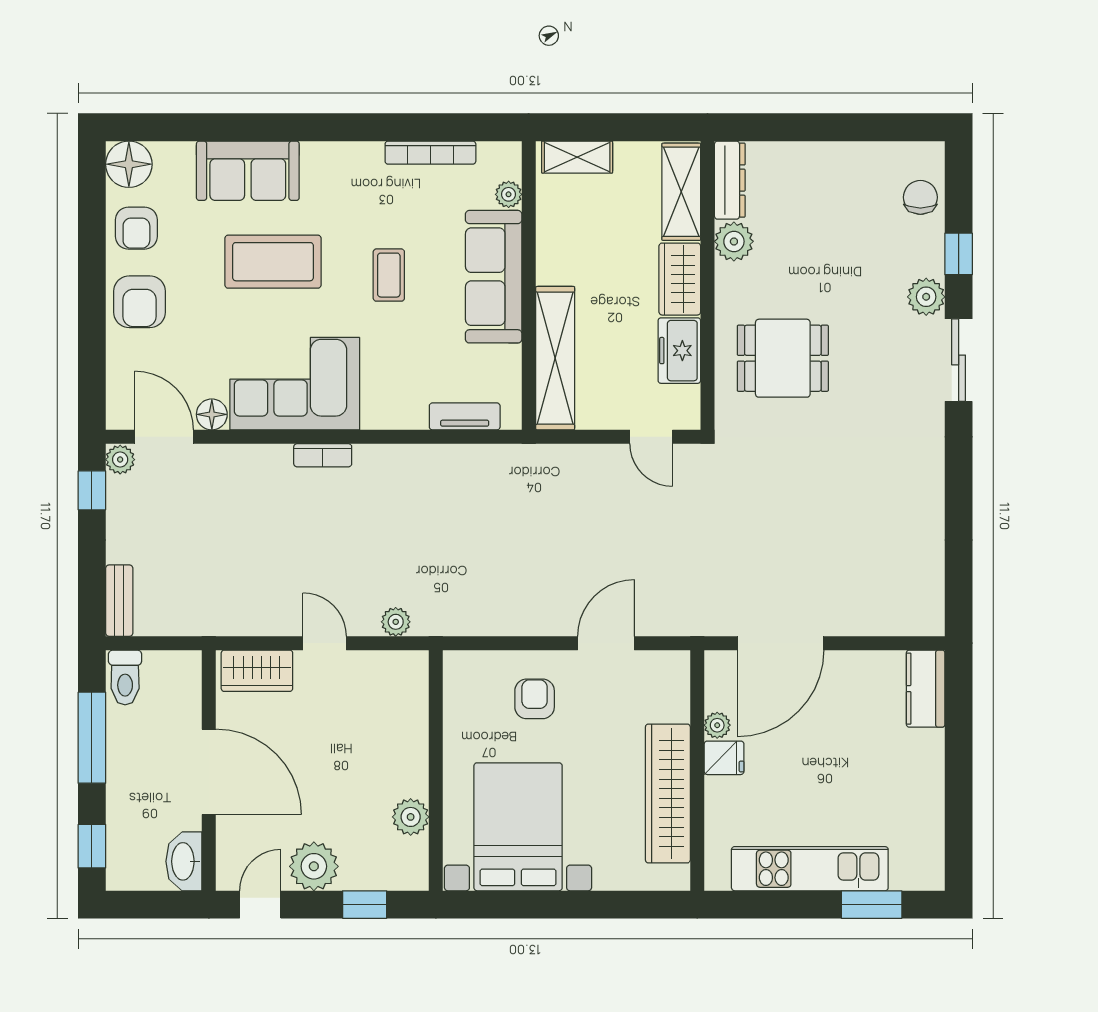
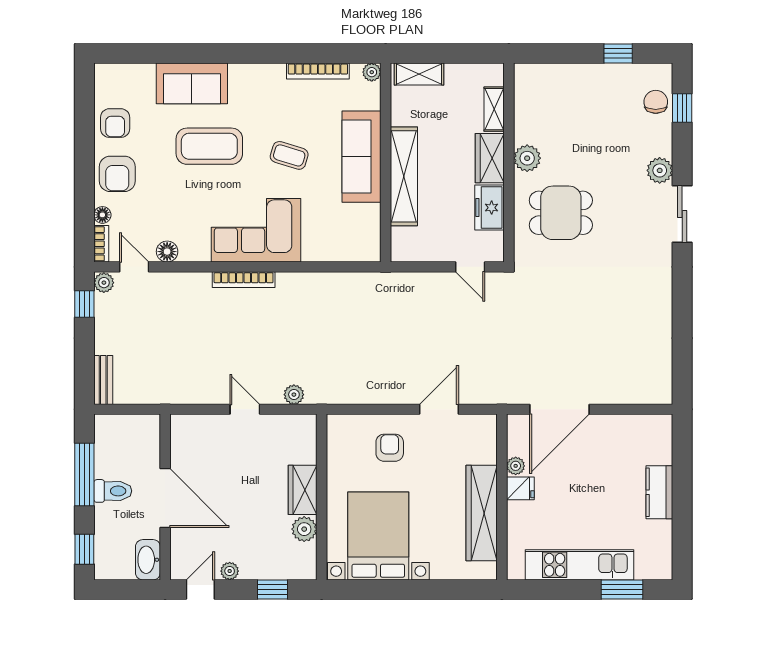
window: (866, 127) -> (618, 53), added
floor lamp: (129, 164) -> (102, 215), moved, width x0.53, depth x0.53
dresser: (730, 180) -> (524, 90), removed
shelving: (681, 192) -> (494, 109), width x0.67, depth x0.75
plant: (509, 194) -> (372, 72), moved
plant: (734, 241) -> (527, 158), moved
window: (959, 254) -> (682, 108), moved
coffee table: (389, 275) -> (289, 155), turned -73
shelving: (555, 358) -> (404, 176), moved
corner sofa: (295, 384) -> (256, 230), moved
bookcase: (116, 403) -> (101, 244), added
tv unit: (465, 416) -> (341, 253), removed
door: (164, 437) -> (134, 267), width x0.73
bookcase: (323, 455) -> (244, 280), width x1.56
wardrobe: (257, 671) -> (303, 490), moved, turned 90
toilet: (125, 677) -> (113, 491), moved, turned -90
kitchen counter: (926, 689) -> (659, 492), moved
plant: (314, 866) -> (230, 571), width x0.53, depth x0.53

